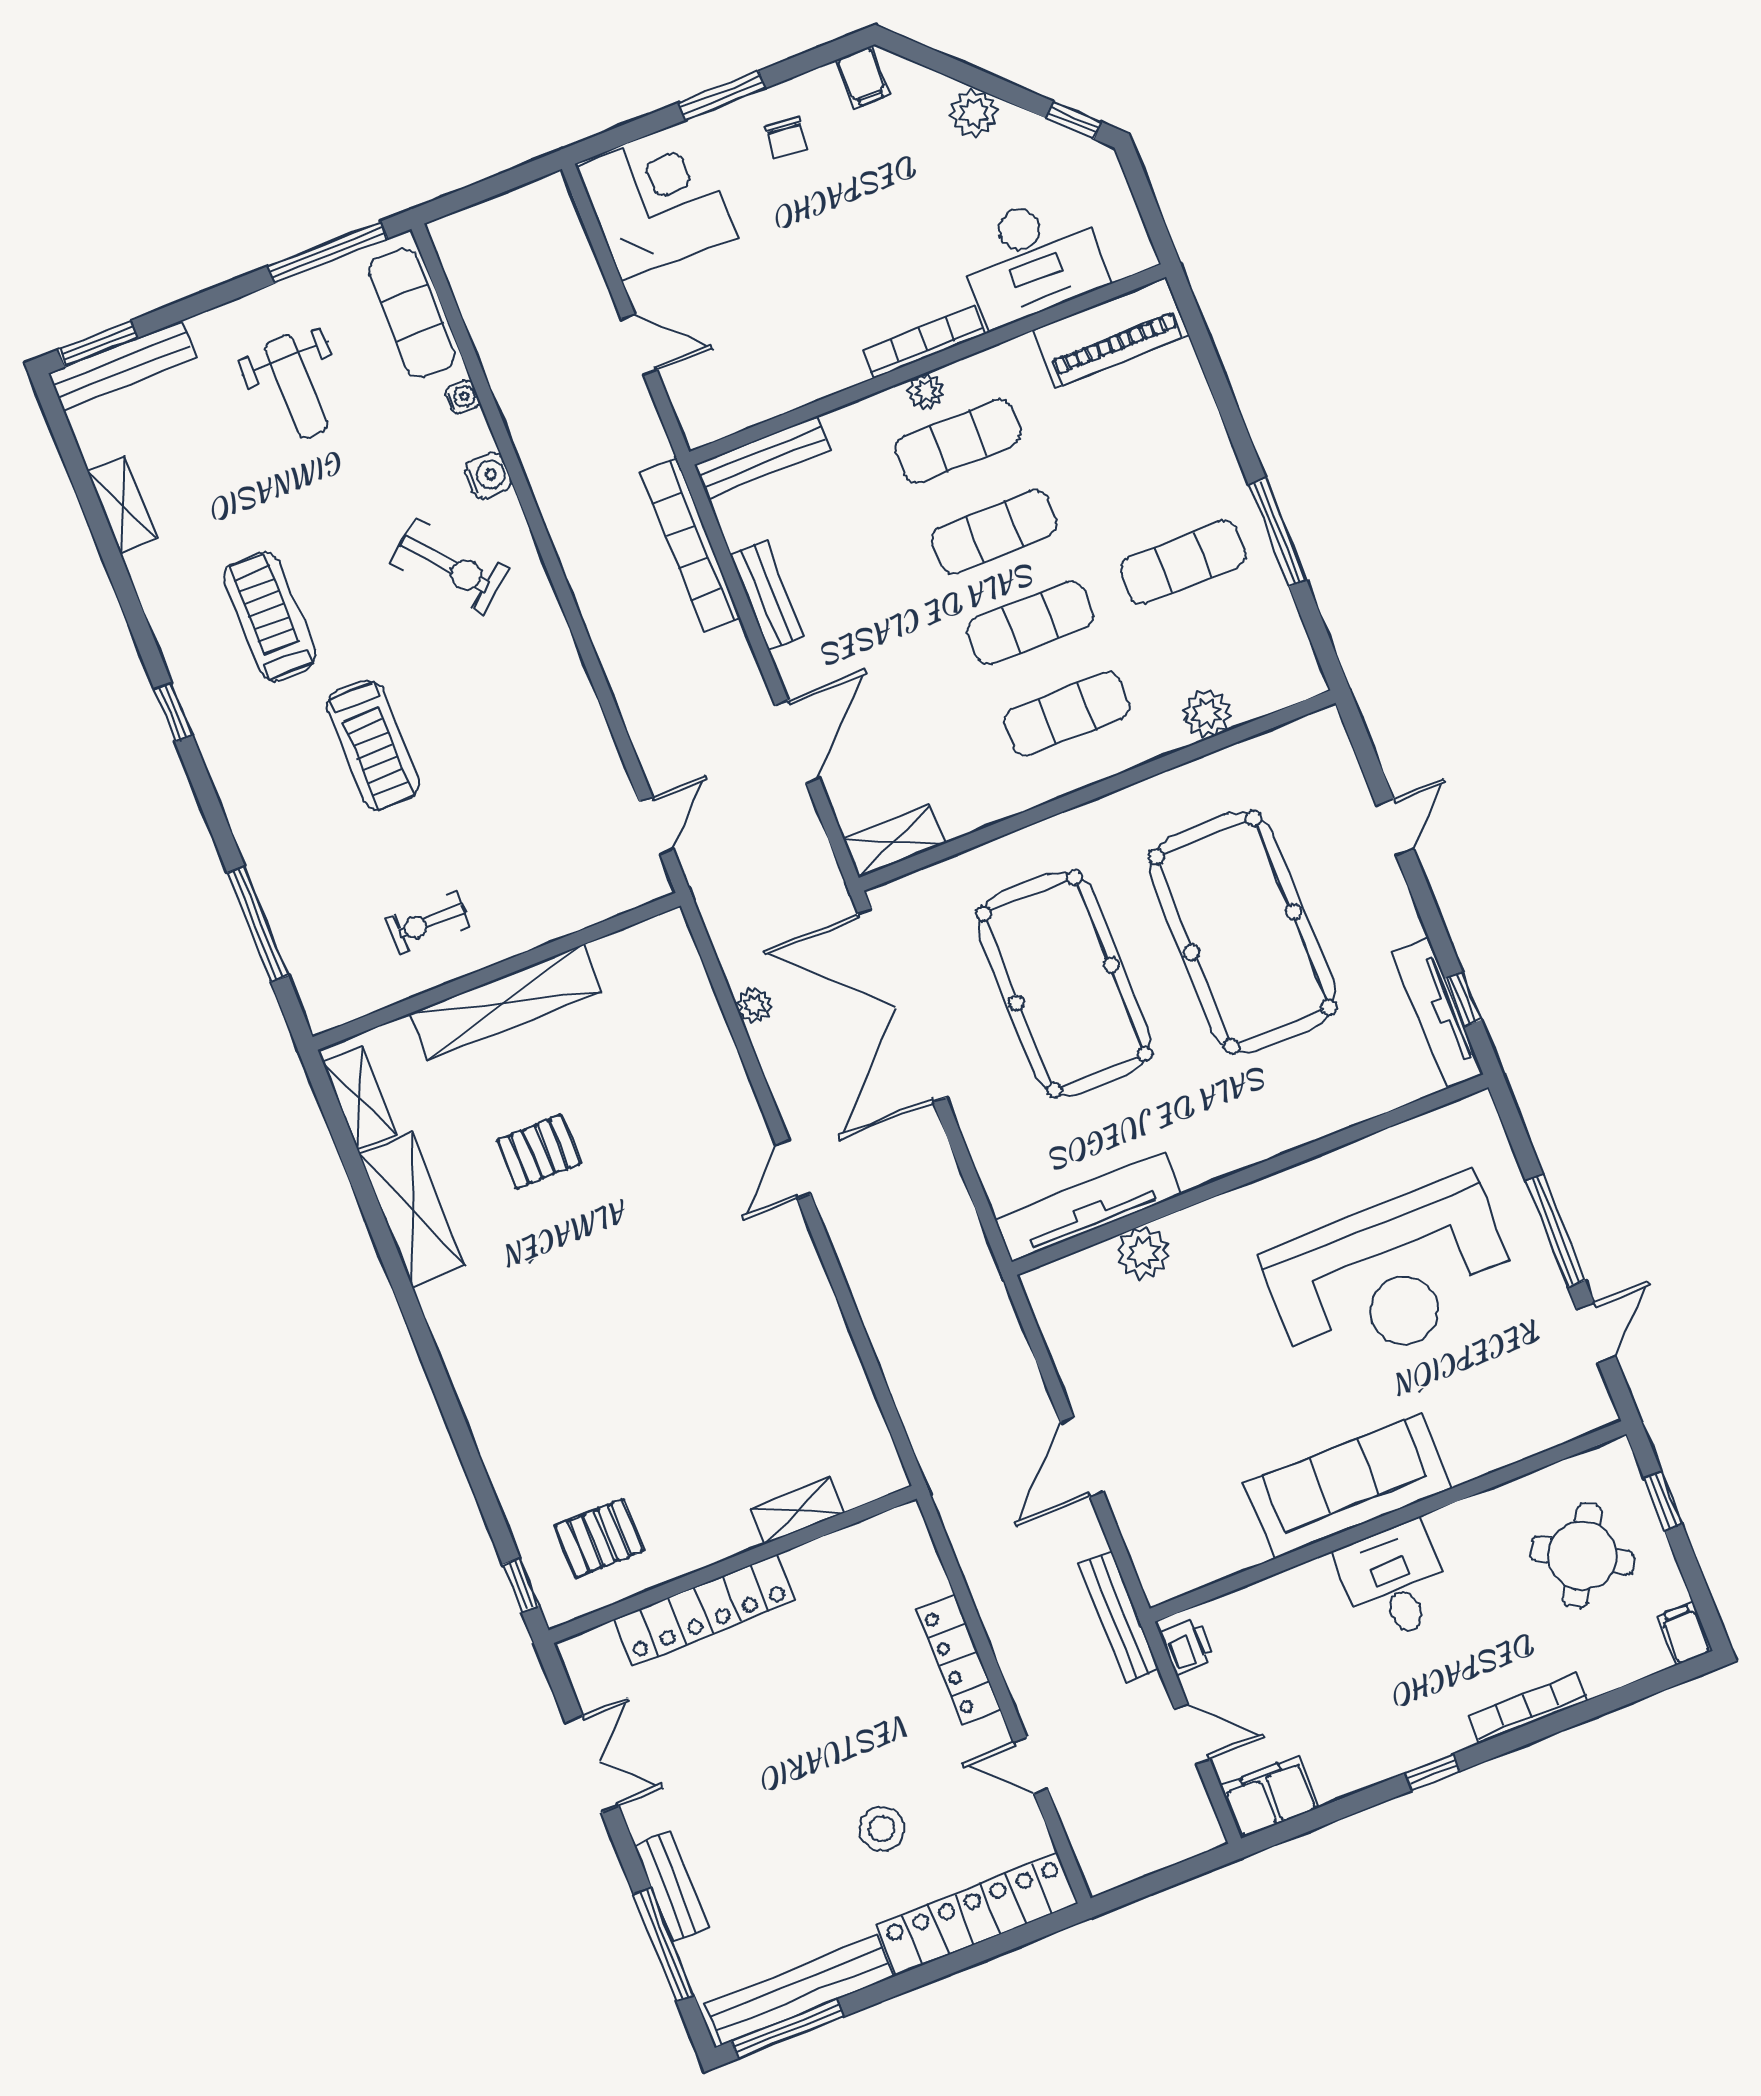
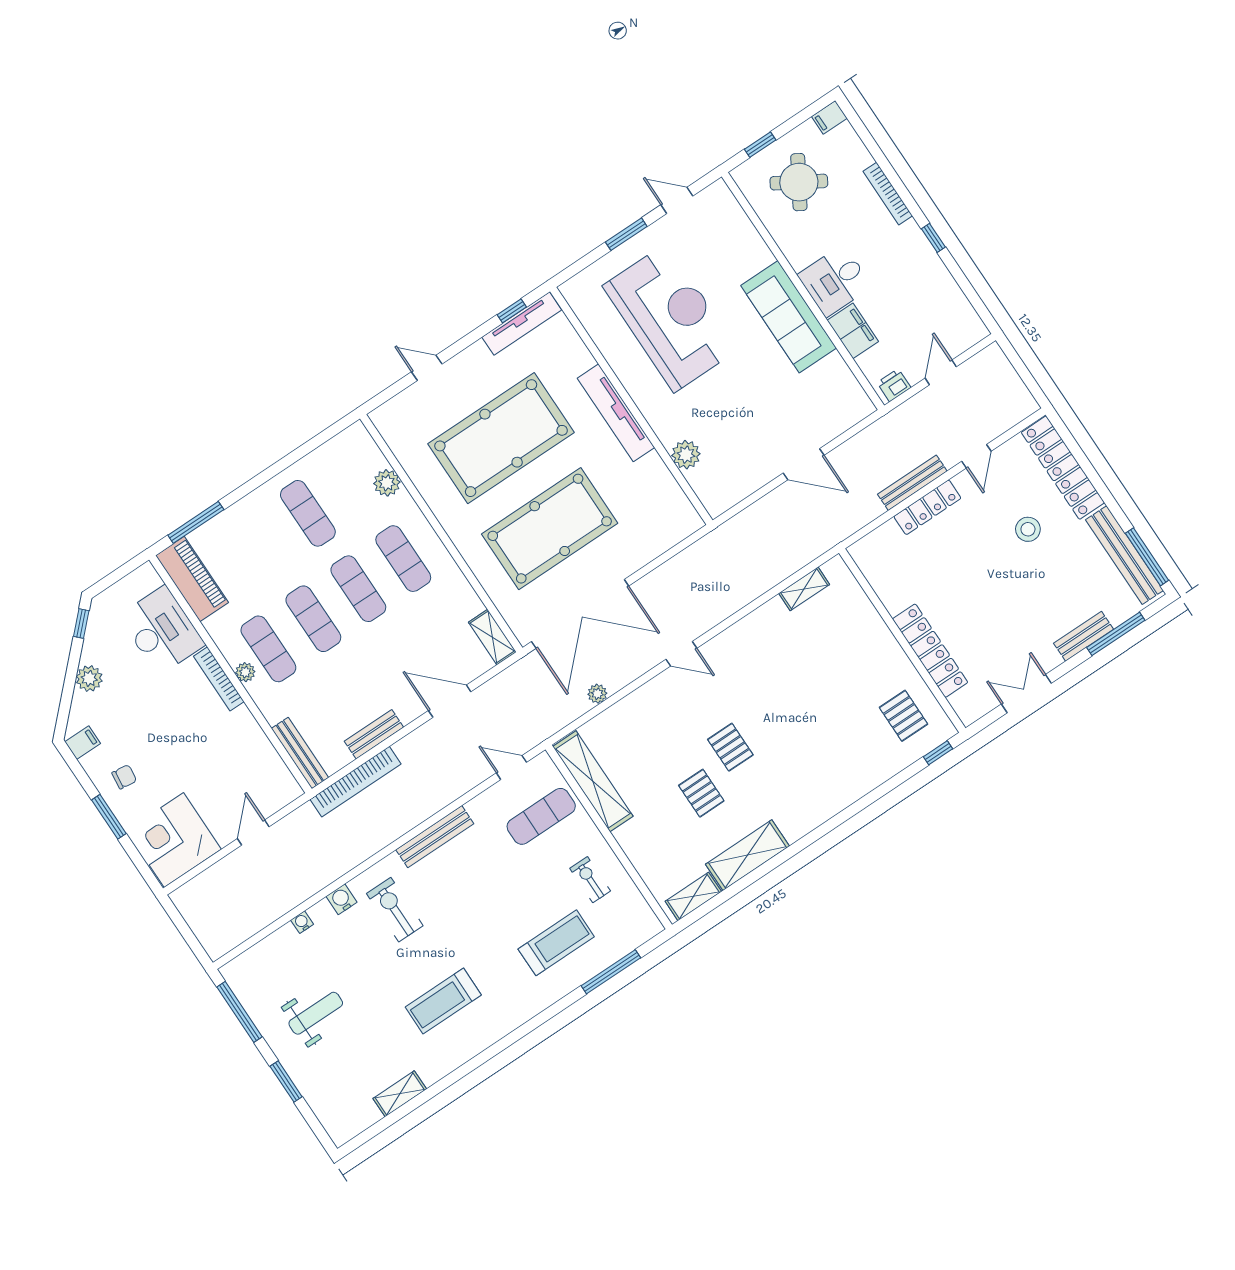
exercise mat: (412, 313) -> (541, 816), moved
window: (98, 344) -> (286, 1082), moved
bench: (122, 365) -> (435, 837), moved, turned 90
window: (1278, 532) -> (196, 522), moved
exercise bike: (449, 566) -> (395, 910), turned -51
window: (173, 712) -> (506, 1042), removed
treadmill: (373, 745) -> (556, 943), moved
exercise bike: (428, 922) -> (590, 880), turned 180
shelving: (505, 1002) -> (593, 781), moved
tv unit: (1088, 1207) -> (616, 413), moved
pallet: (609, 1220) -> (730, 747), added
window: (1555, 1231) -> (626, 234), width x0.69
shelving: (797, 1511) -> (804, 589), moved, turned 90
bench: (1119, 1617) -> (912, 483), moved
filing cabinet: (1270, 1797) -> (853, 331), moved, turned 180

